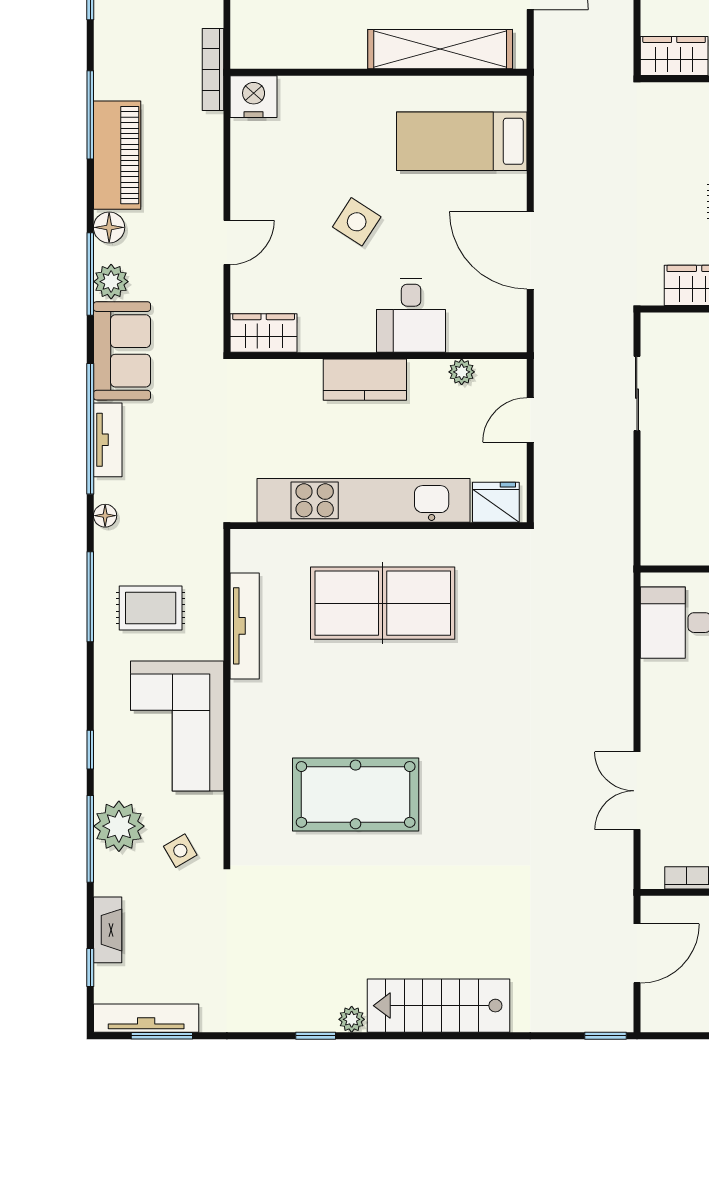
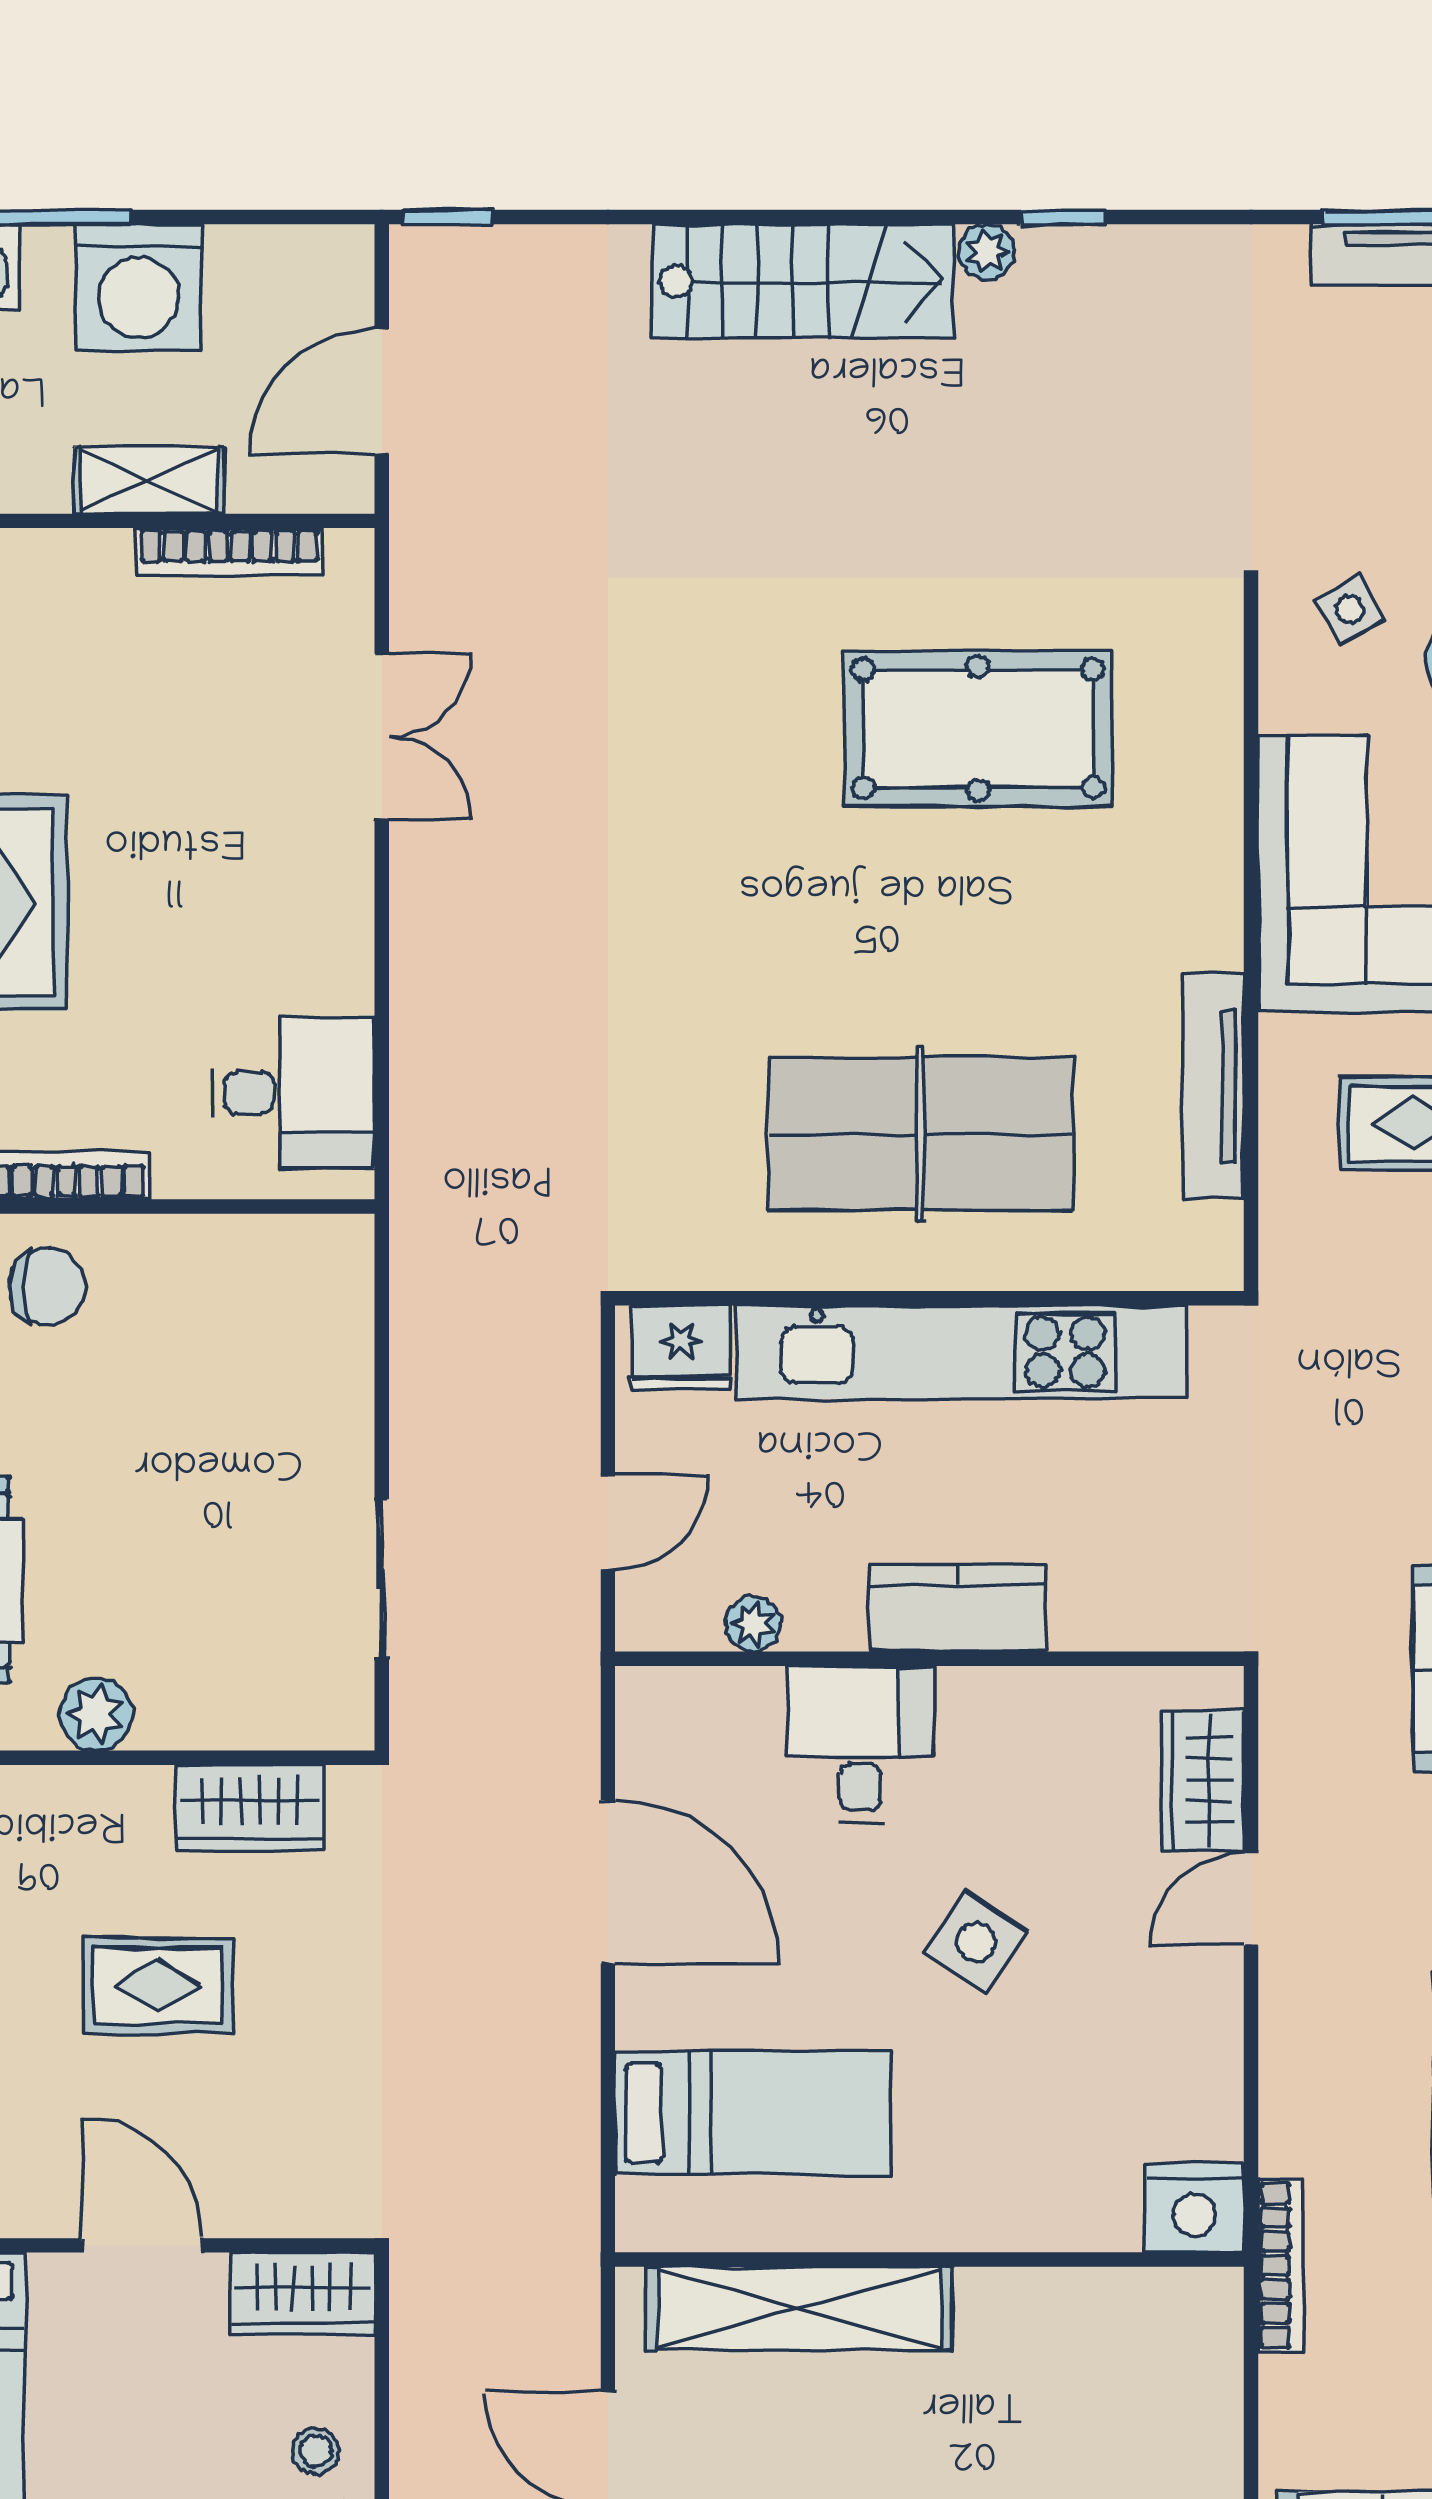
wardrobe: (264, 333) -> (1203, 1780), moved, turned 90

